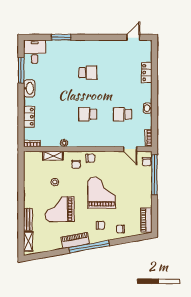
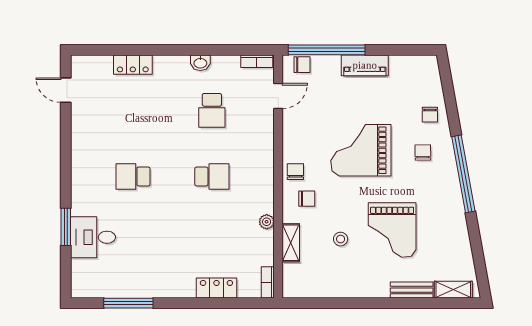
desk: (35, 52) -> (93, 237), moved
school desk: (88, 73) -> (133, 177), turned -90
washbasin: (29, 88) -> (163, 288), removed
school desk: (88, 114) -> (212, 177), turned -90
piano: (146, 220) -> (365, 65), moved
piano: (75, 240) -> (451, 200), removed

